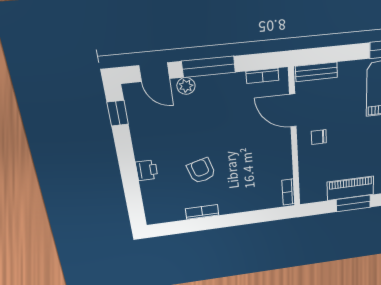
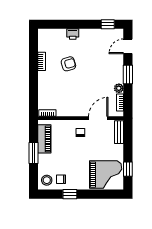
window: (209, 67) -> (128, 74), width x0.69
plant: (186, 86) -> (119, 88), moved
piano: (350, 188) -> (44, 139), moved

